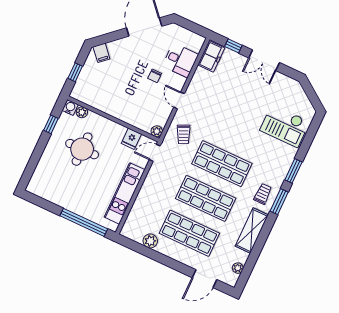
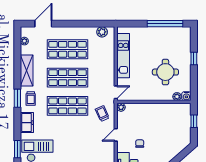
filing cabinet: (101, 53) -> (182, 142), removed
door: (179, 100) -> (116, 135), swing flipped
window: (51, 124) -> (194, 59), moved
fridge: (131, 139) -> (136, 94), removed
freezer: (281, 166) -> (27, 123), added
window: (293, 171) -> (17, 149), moved
window: (84, 222) -> (165, 24), moved
plant: (150, 241) -> (102, 32), moved

